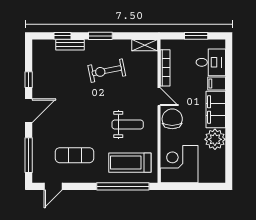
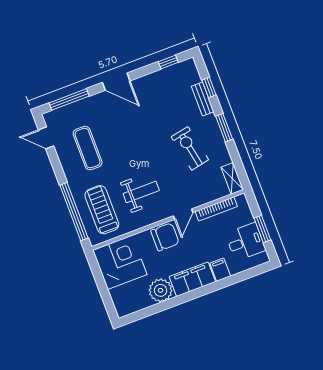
desk: (211, 62) -> (246, 242), moved, turned -90
window: (29, 80) -> (168, 62), moved
weight bench: (128, 125) -> (141, 192), turned -90

